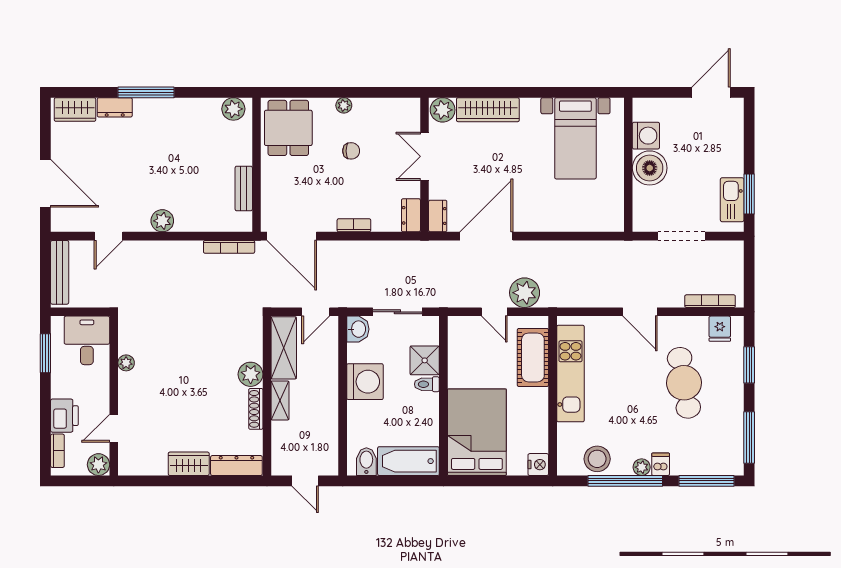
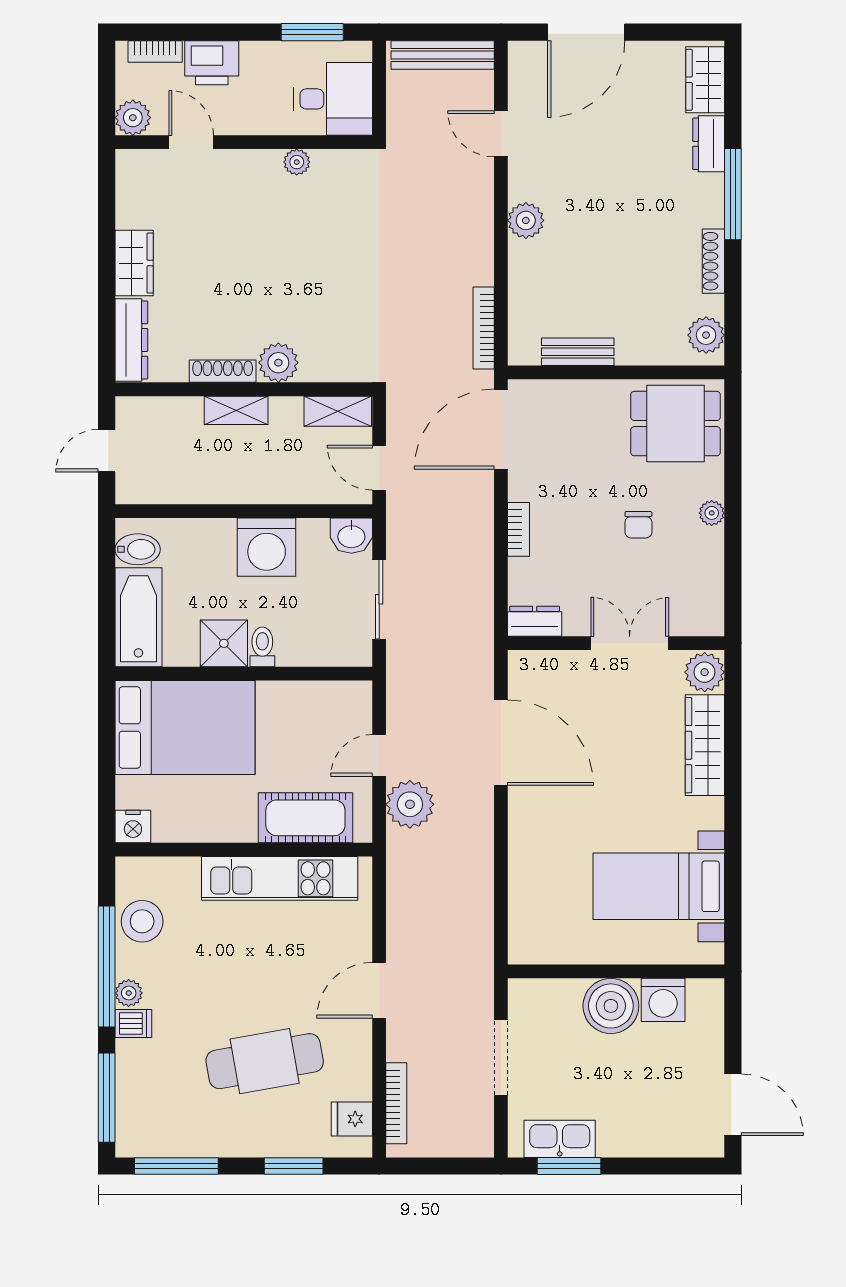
shoe rack: (188, 104) -> (713, 261), added
dresser: (438, 216) -> (533, 664), removed
shelving: (284, 348) -> (338, 411), width x0.67, depth x0.75
shower: (425, 360) -> (224, 643), moved

